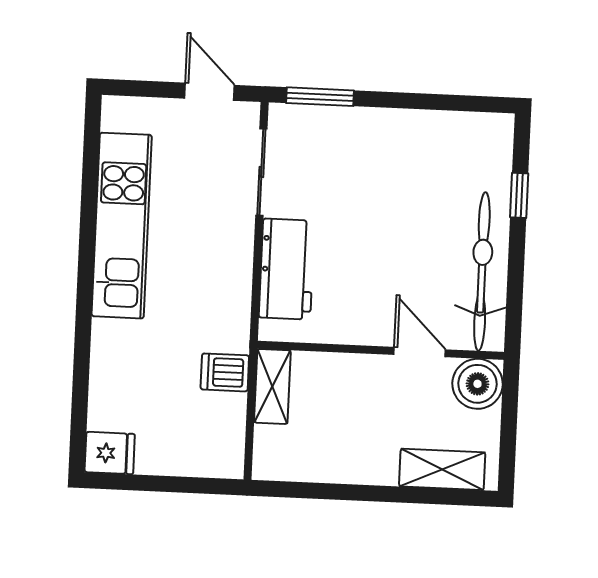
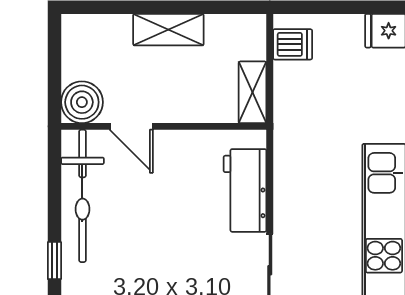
dishwasher: (225, 372) -> (293, 44), moved
shelving: (442, 469) -> (168, 30), moved

